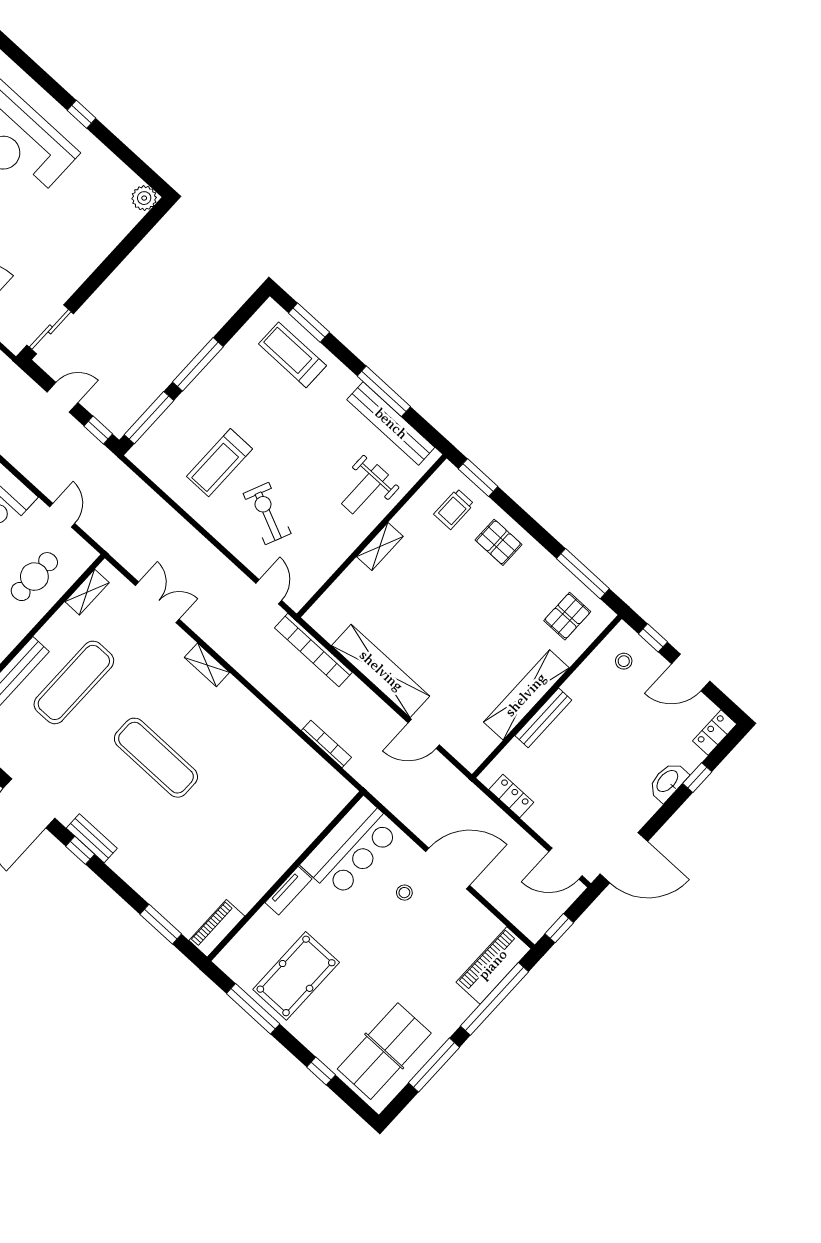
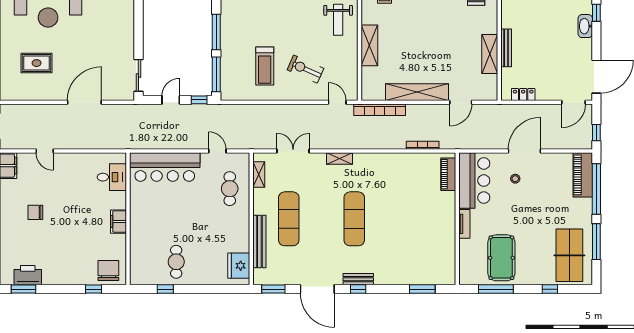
shelving: (380, 547) -> (369, 45), width x1.50, depth x1.33
shelving: (526, 695) -> (490, 54), width x0.68
exercise mat: (156, 758) -> (354, 219), turned 90
piano: (217, 928) -> (448, 174), moved

